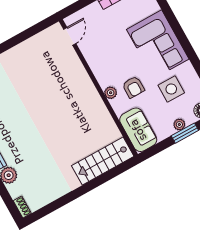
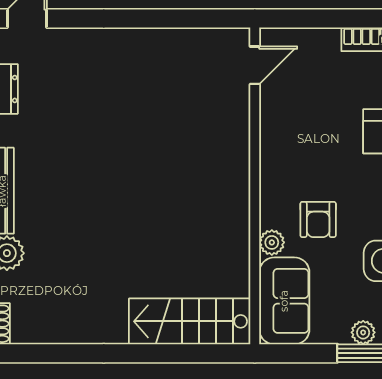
plant: (111, 93) -> (272, 242), moved

